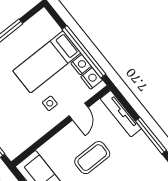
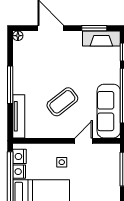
door: (79, 112) -> (84, 141), moved
coffee table: (92, 158) -> (62, 102), turned -38

